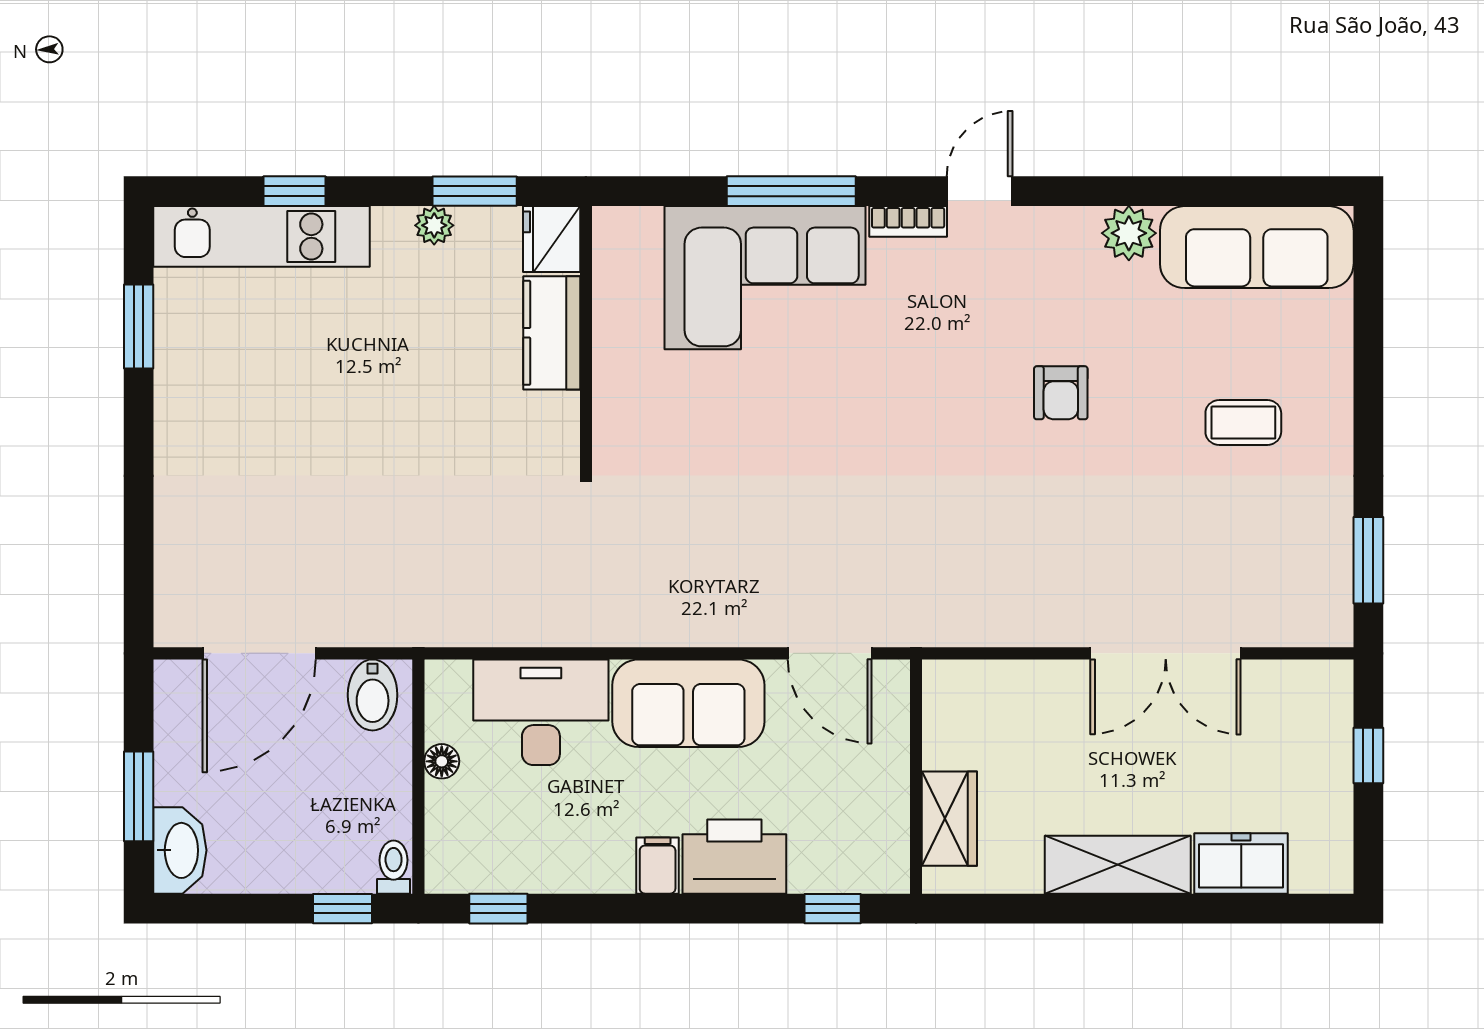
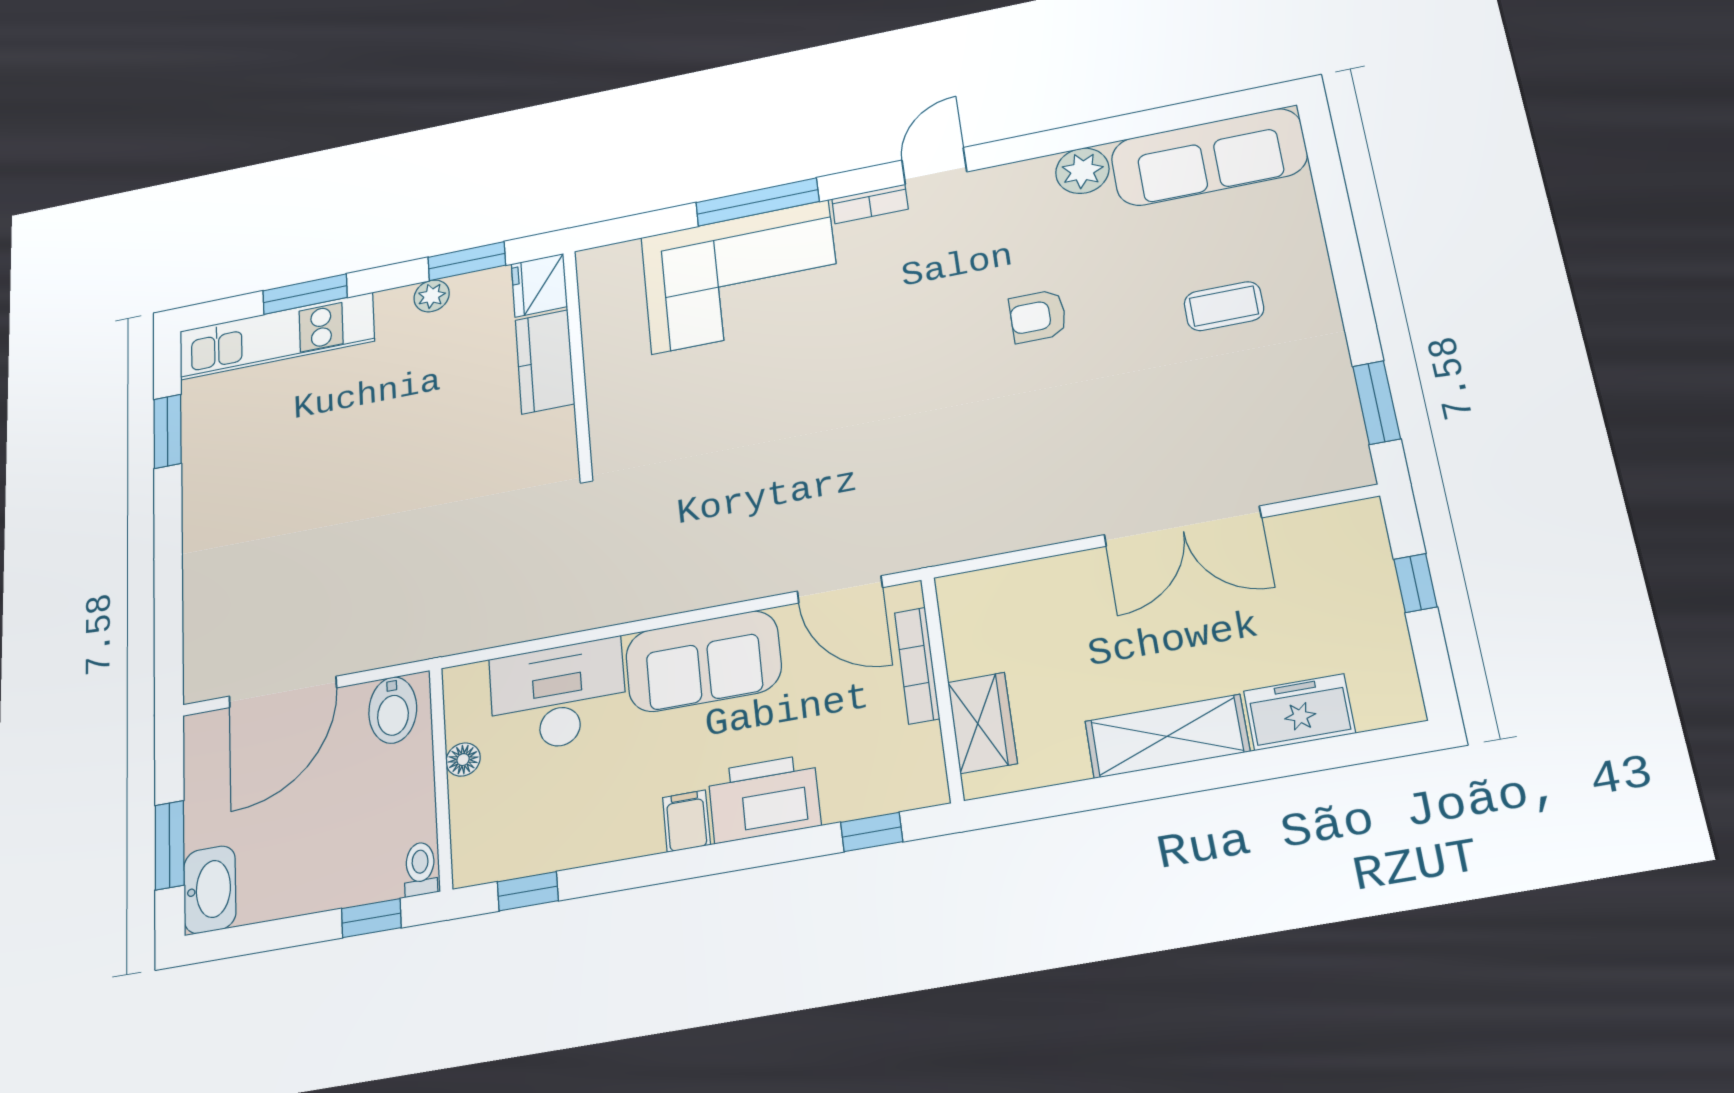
window: (295, 191) -> (305, 294), width x1.50
armchair: (1061, 393) -> (1038, 316), turned 90
bookcase: (895, 748) -> (917, 665), added

